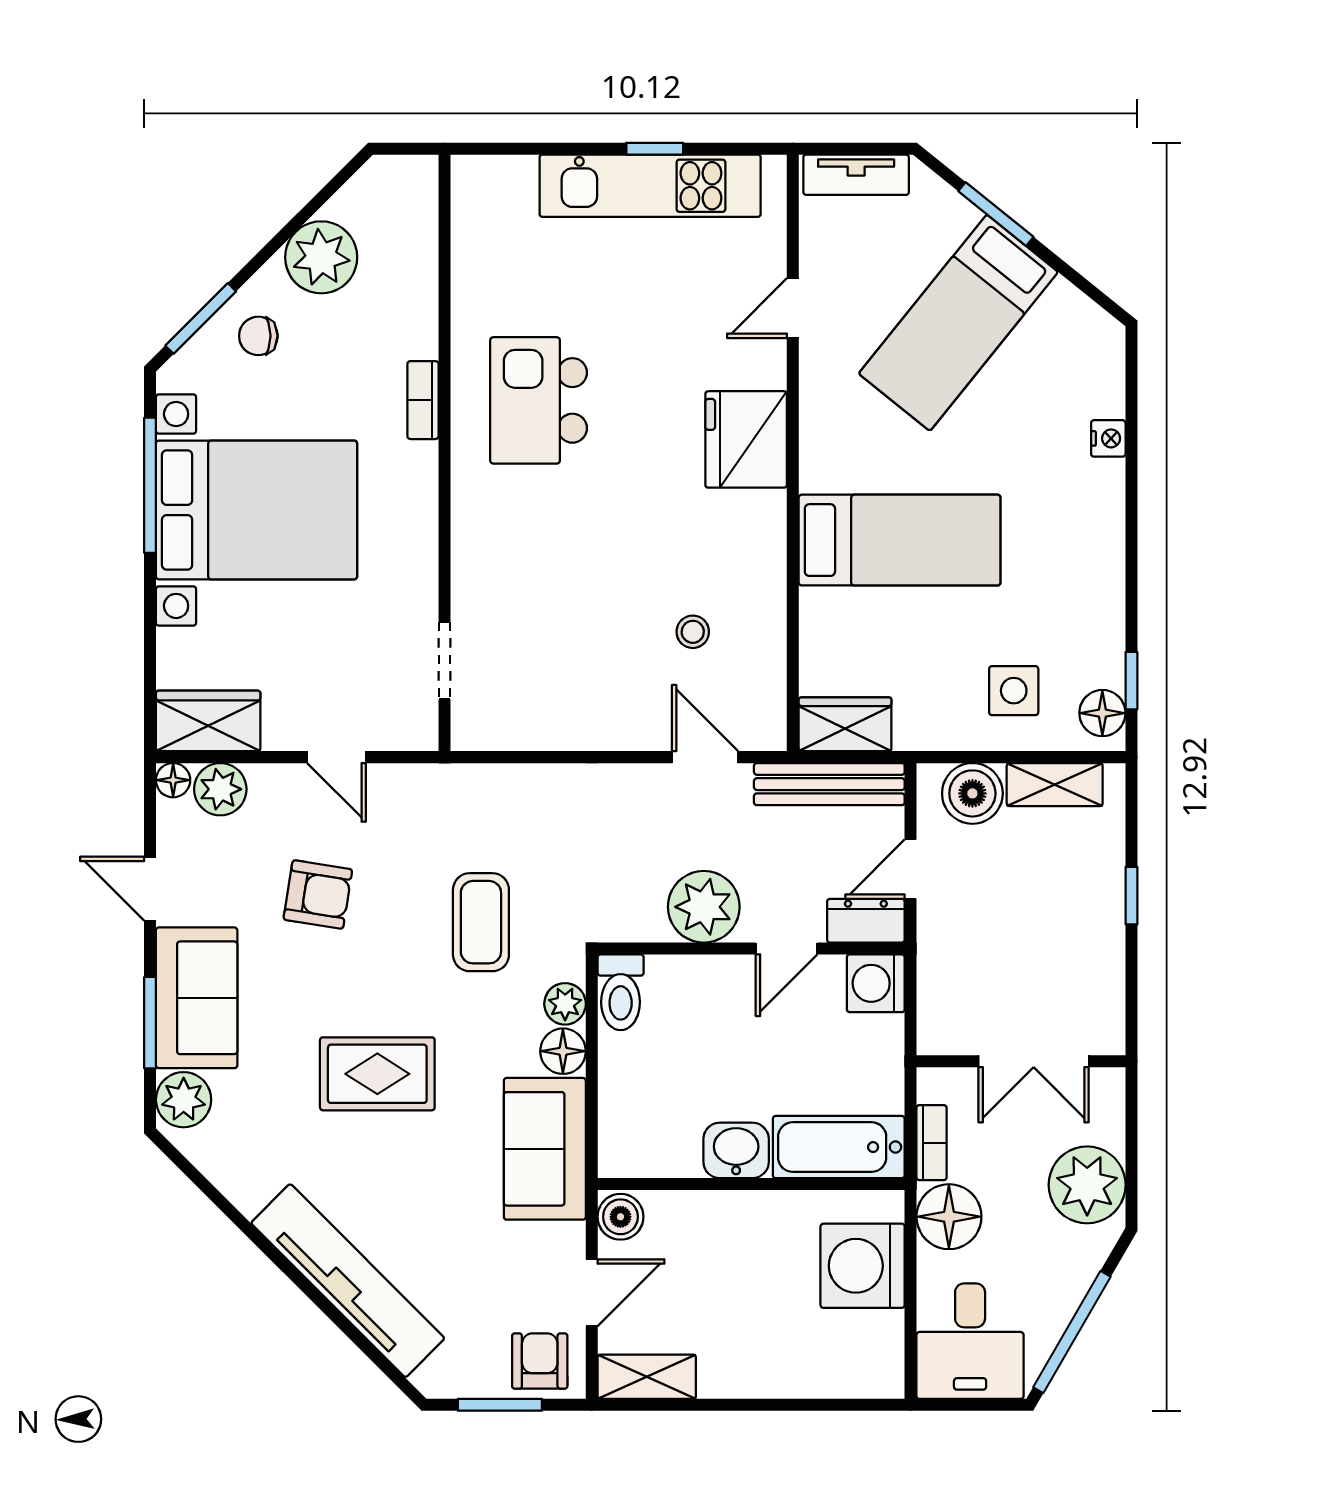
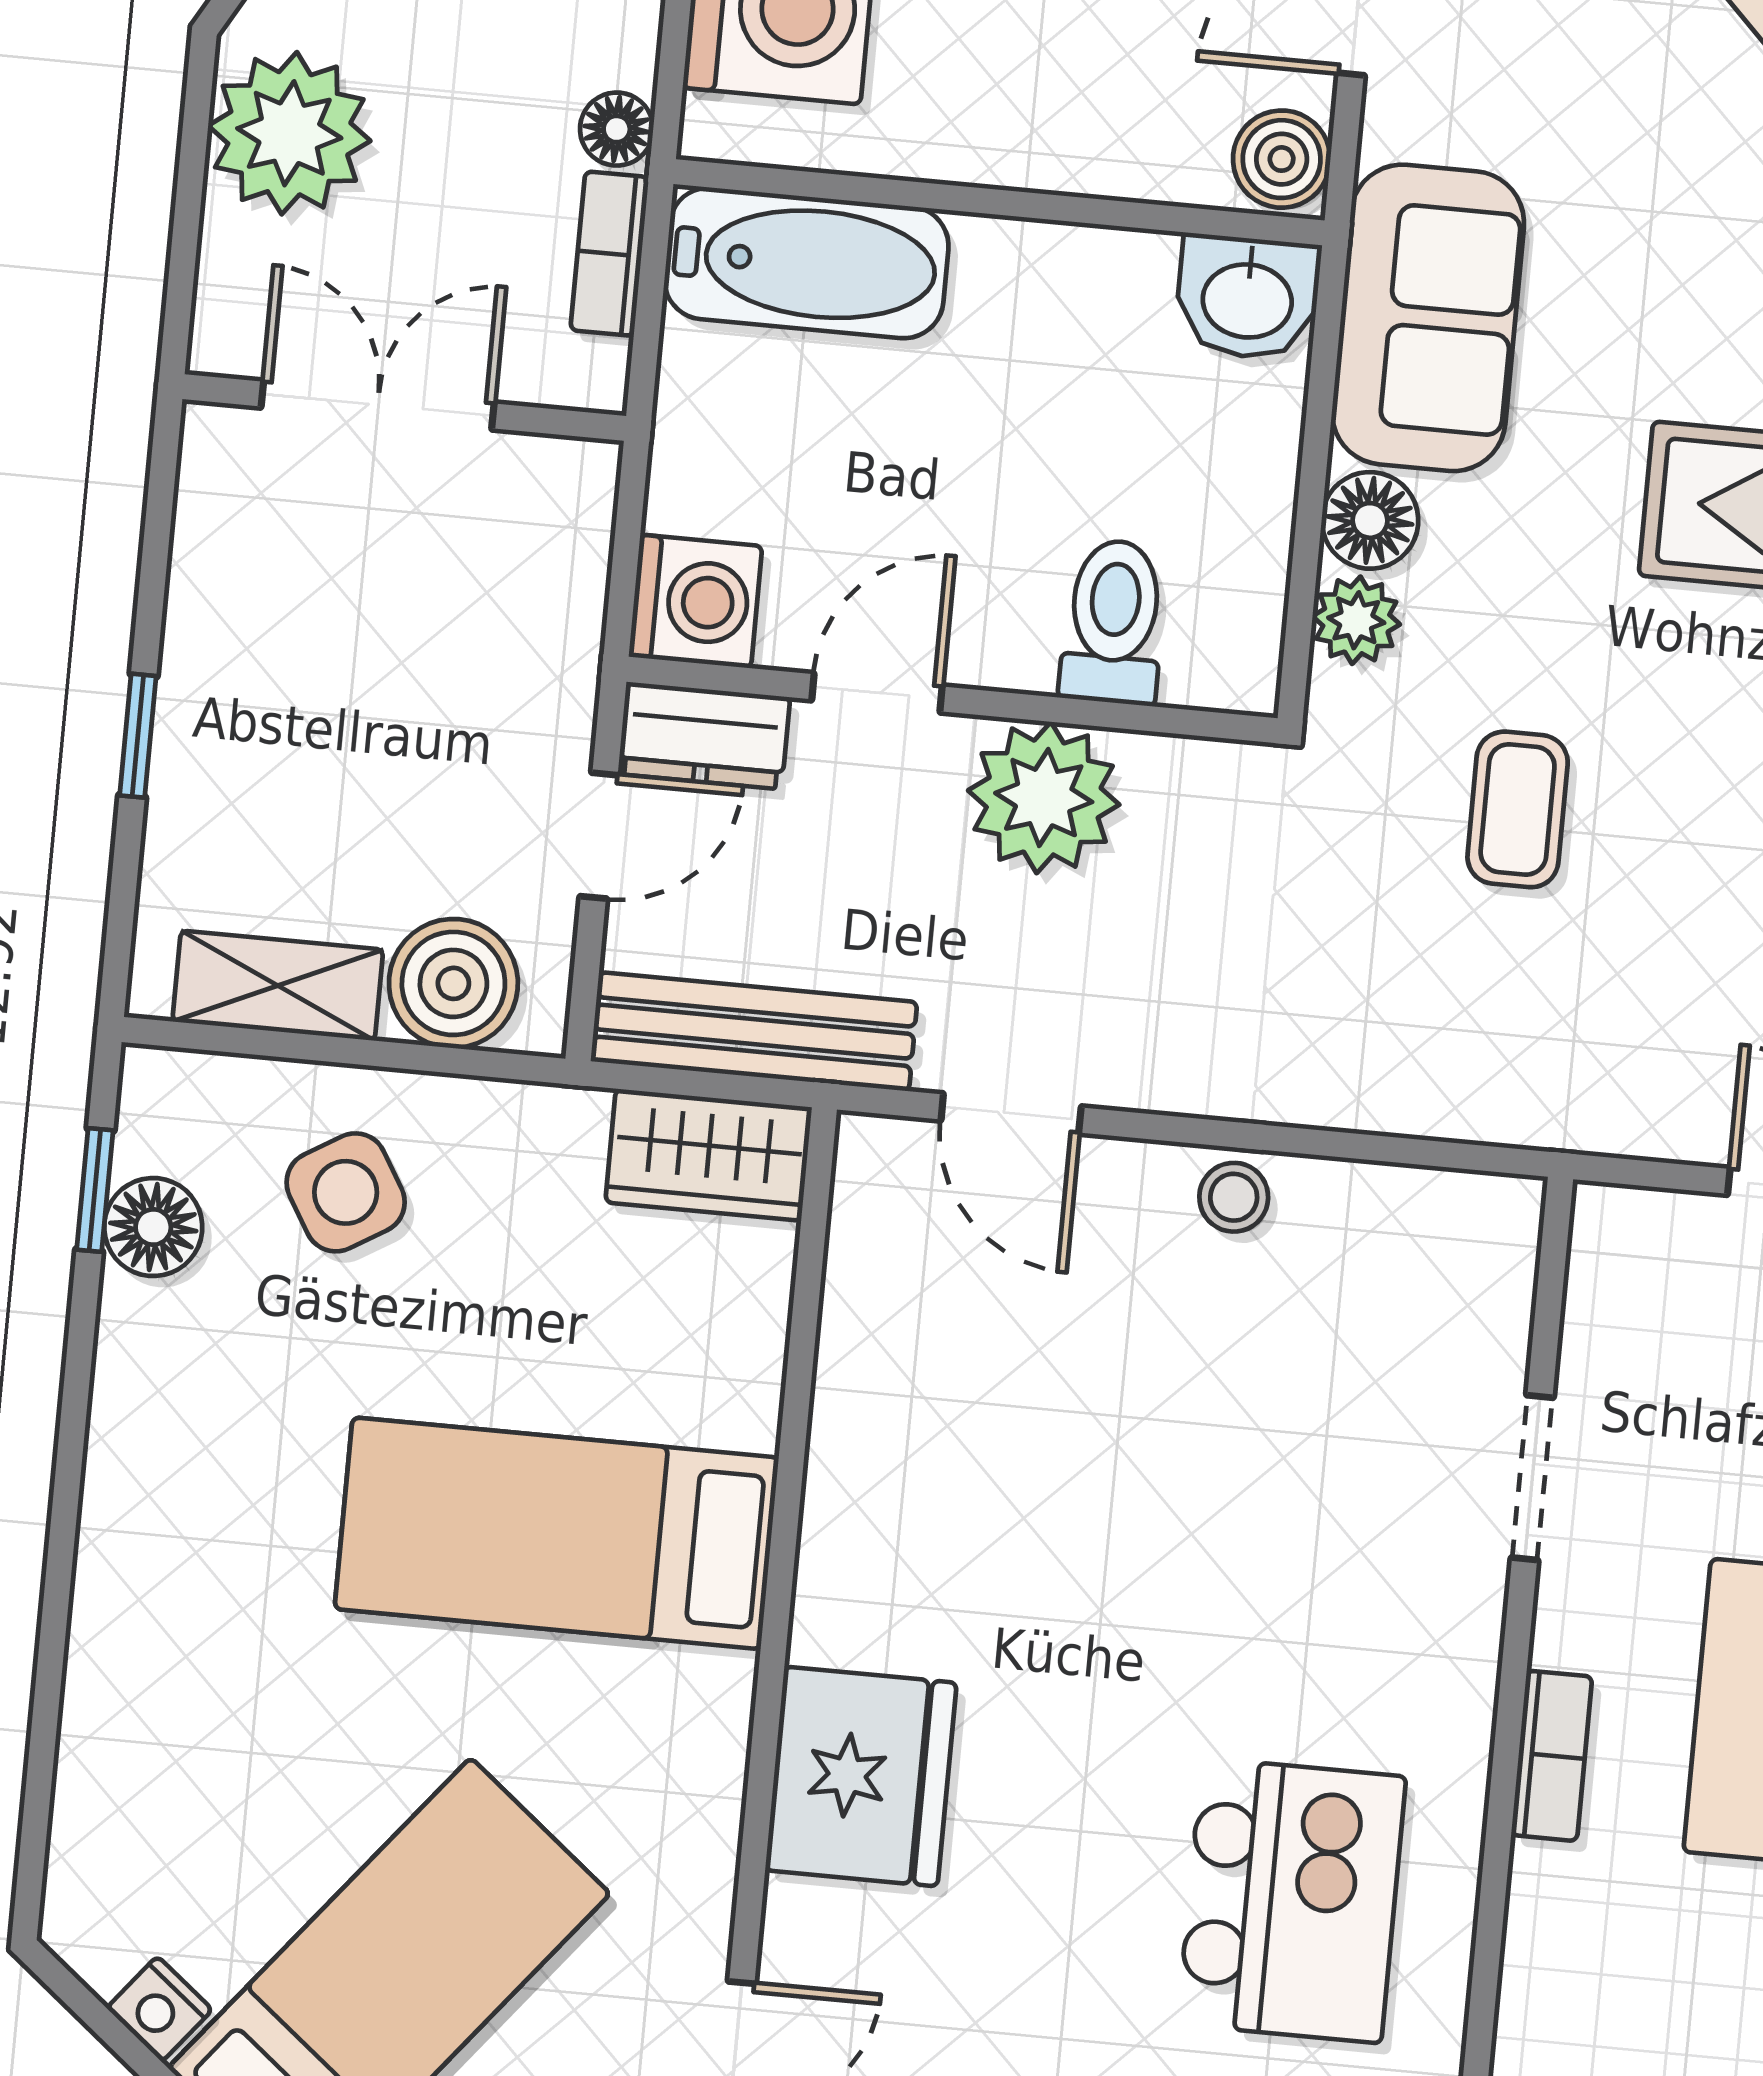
bookcase: (423, 400) -> (1552, 1756), moved
nightstand: (1108, 438) -> (160, 2009), moved, turned -51
stool: (693, 632) -> (1234, 1197), moved
doorway: (444, 661) -> (1532, 1478), moved
side table: (1014, 691) -> (346, 1192), turned -31
floor lamp: (1102, 713) -> (153, 1227), moved
coffee table: (481, 922) -> (1518, 809), width x0.73, depth x0.77
toilet: (621, 992) -> (1114, 622), moved
washbasin: (736, 1150) -> (1248, 297), moved
floor lamp: (949, 1217) -> (617, 129), width x0.53, depth x0.53

